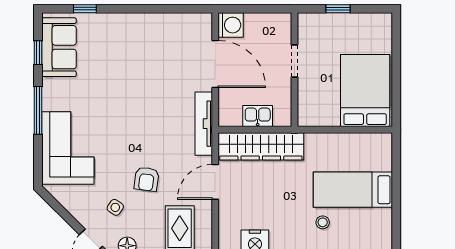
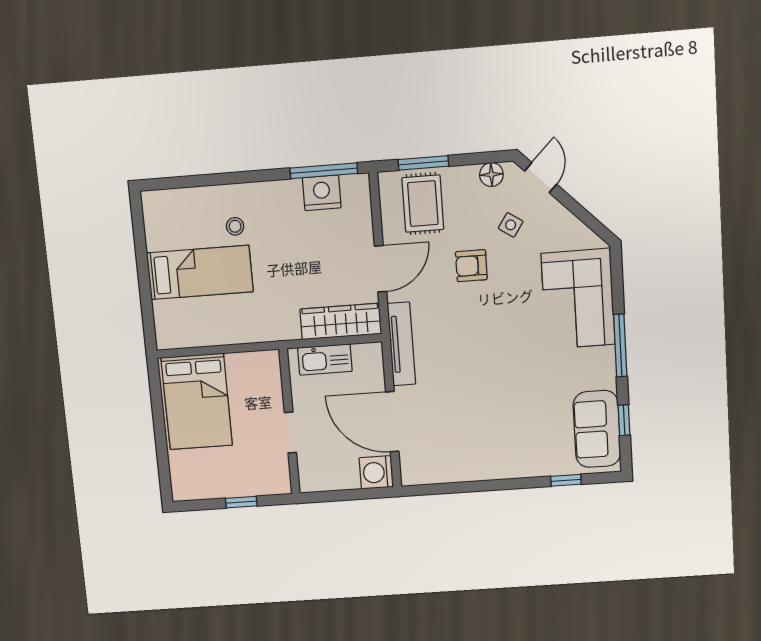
kitchen sink: (258, 116) -> (325, 360), width x1.38
wardrobe: (261, 146) -> (341, 321), width x0.71, depth x0.85
armchair: (147, 179) -> (471, 266), turned -98

